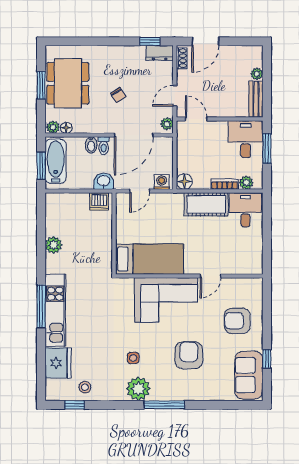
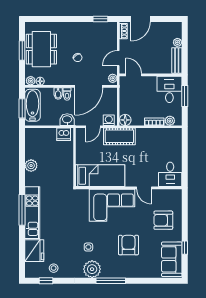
dresser: (160, 53) -> (107, 27), removed
cot: (206, 204) -> (119, 136), moved
desk: (245, 210) -> (170, 174), moved, turned 180
door: (210, 276) -> (144, 188), hinge flipped

